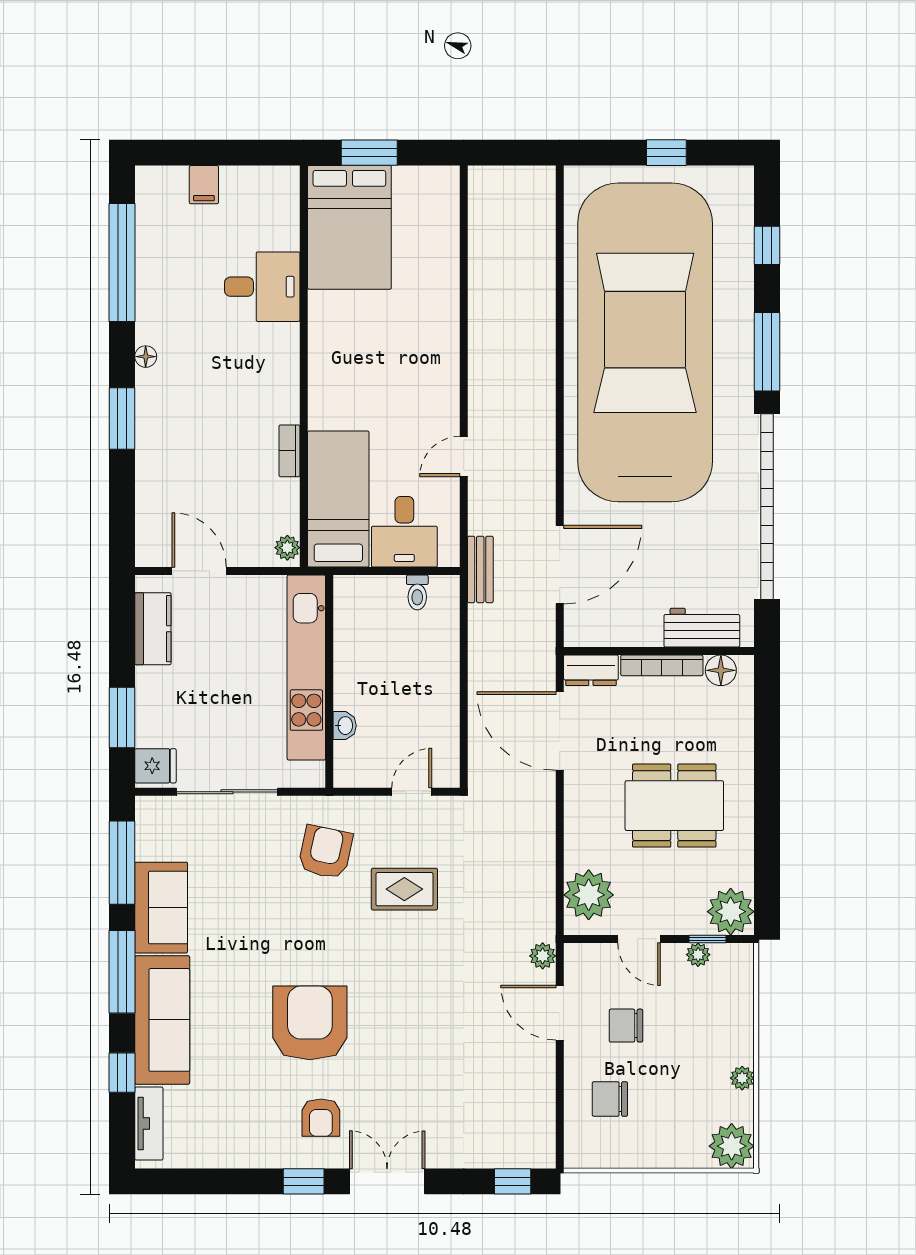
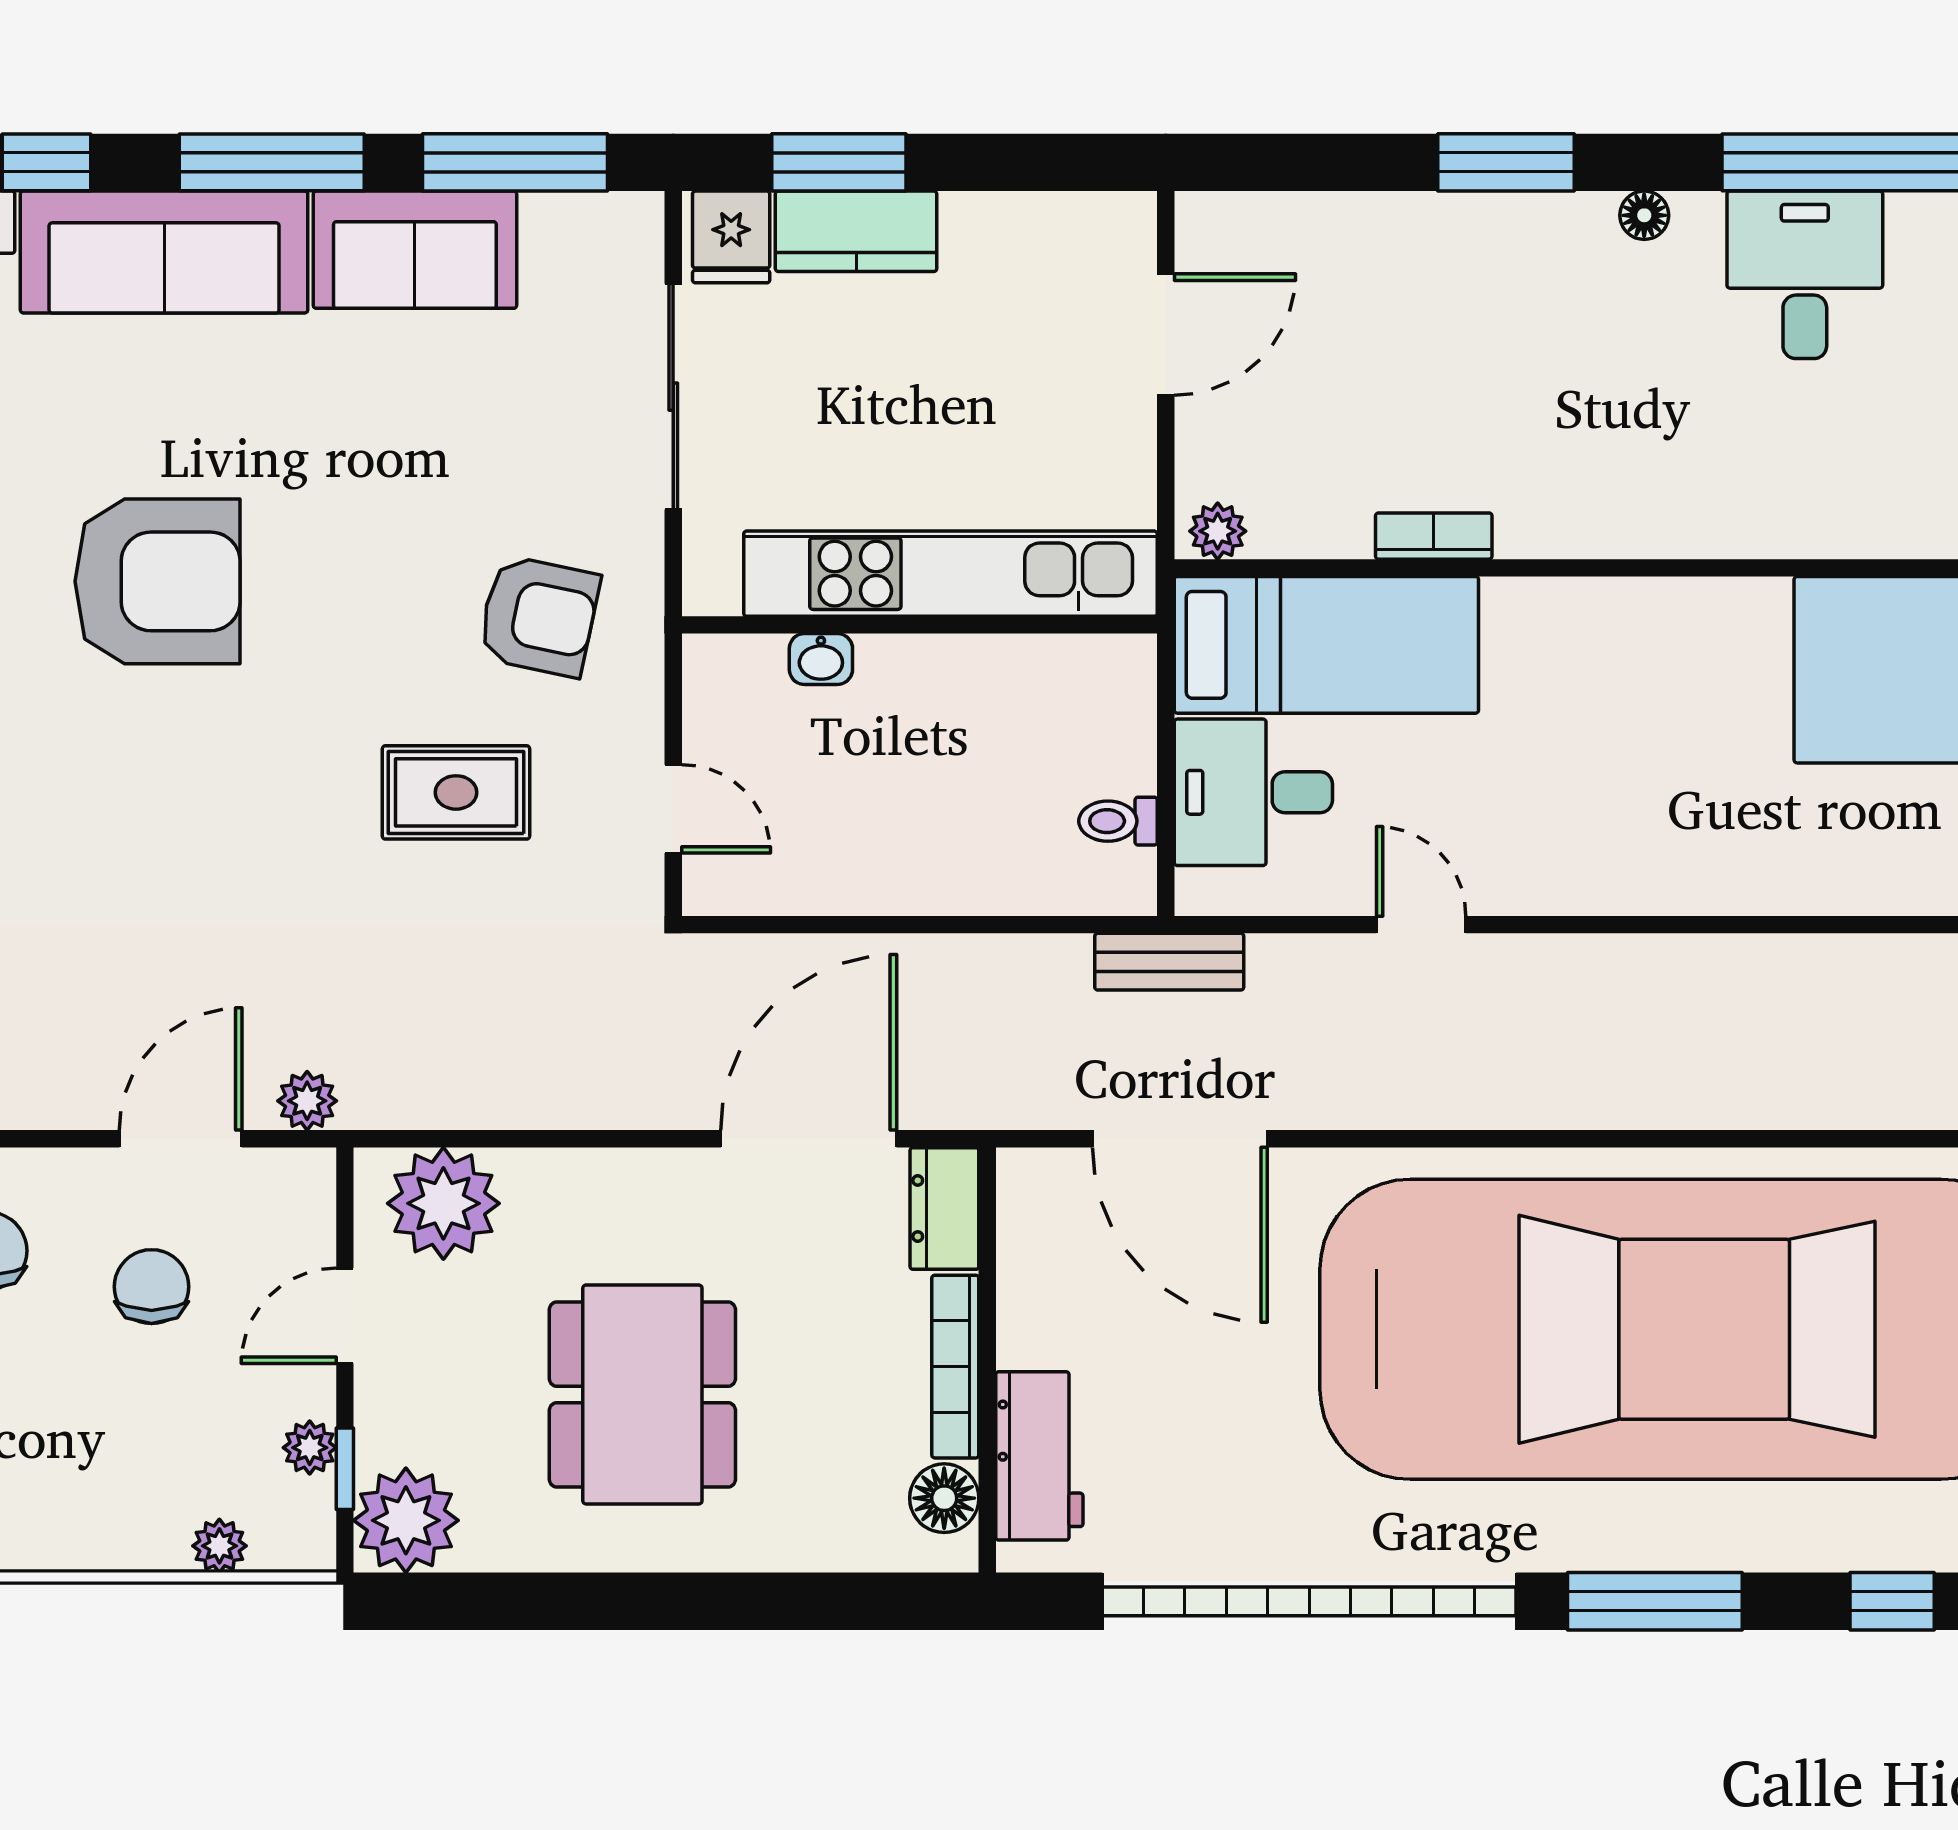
desk: (262, 287) -> (1805, 275), moved, turned 180
kitchen counter: (153, 629) -> (856, 231), moved
rug: (404, 889) -> (456, 792), turned 90
plant: (742, 1078) -> (219, 1546), moved

